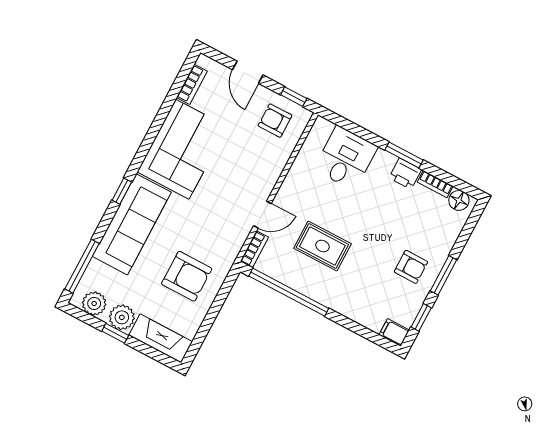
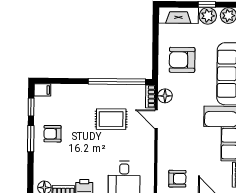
door: (262, 215) -> (156, 119), hinge flipped
floor lamp: (234, 240) -> (165, 96), added

